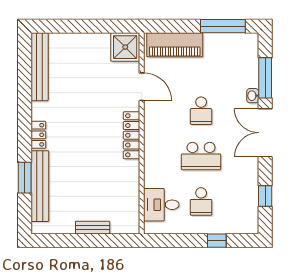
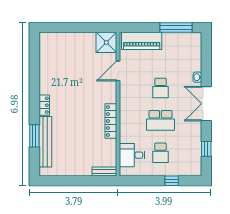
bench: (40, 67) -> (45, 57), removed
window: (265, 78) -> (206, 64), removed
door: (142, 87) -> (118, 71), swing flipped
locker: (132, 135) -> (111, 121), moved
bench: (93, 228) -> (104, 171), moved

